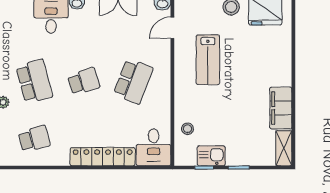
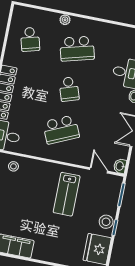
lab bench: (208, 60) -> (67, 194), turned -90
school desk: (133, 81) -> (61, 130), turned -45

